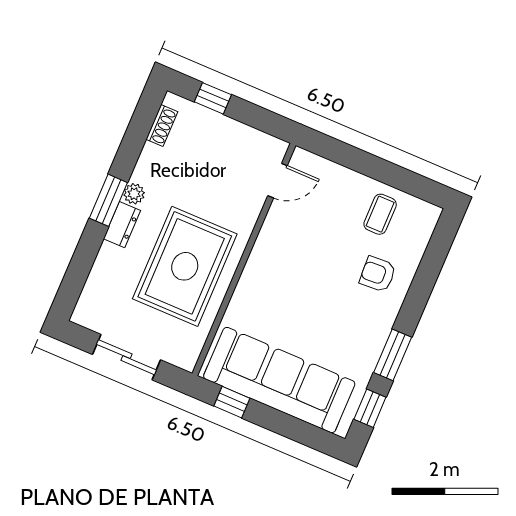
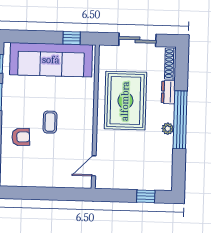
shoe rack: (162, 125) -> (170, 64), moved, width x1.43
window: (108, 200) -> (180, 120), width x2.11
coffee table: (380, 214) -> (50, 122), moved
dresser: (122, 225) -> (168, 92), moved

